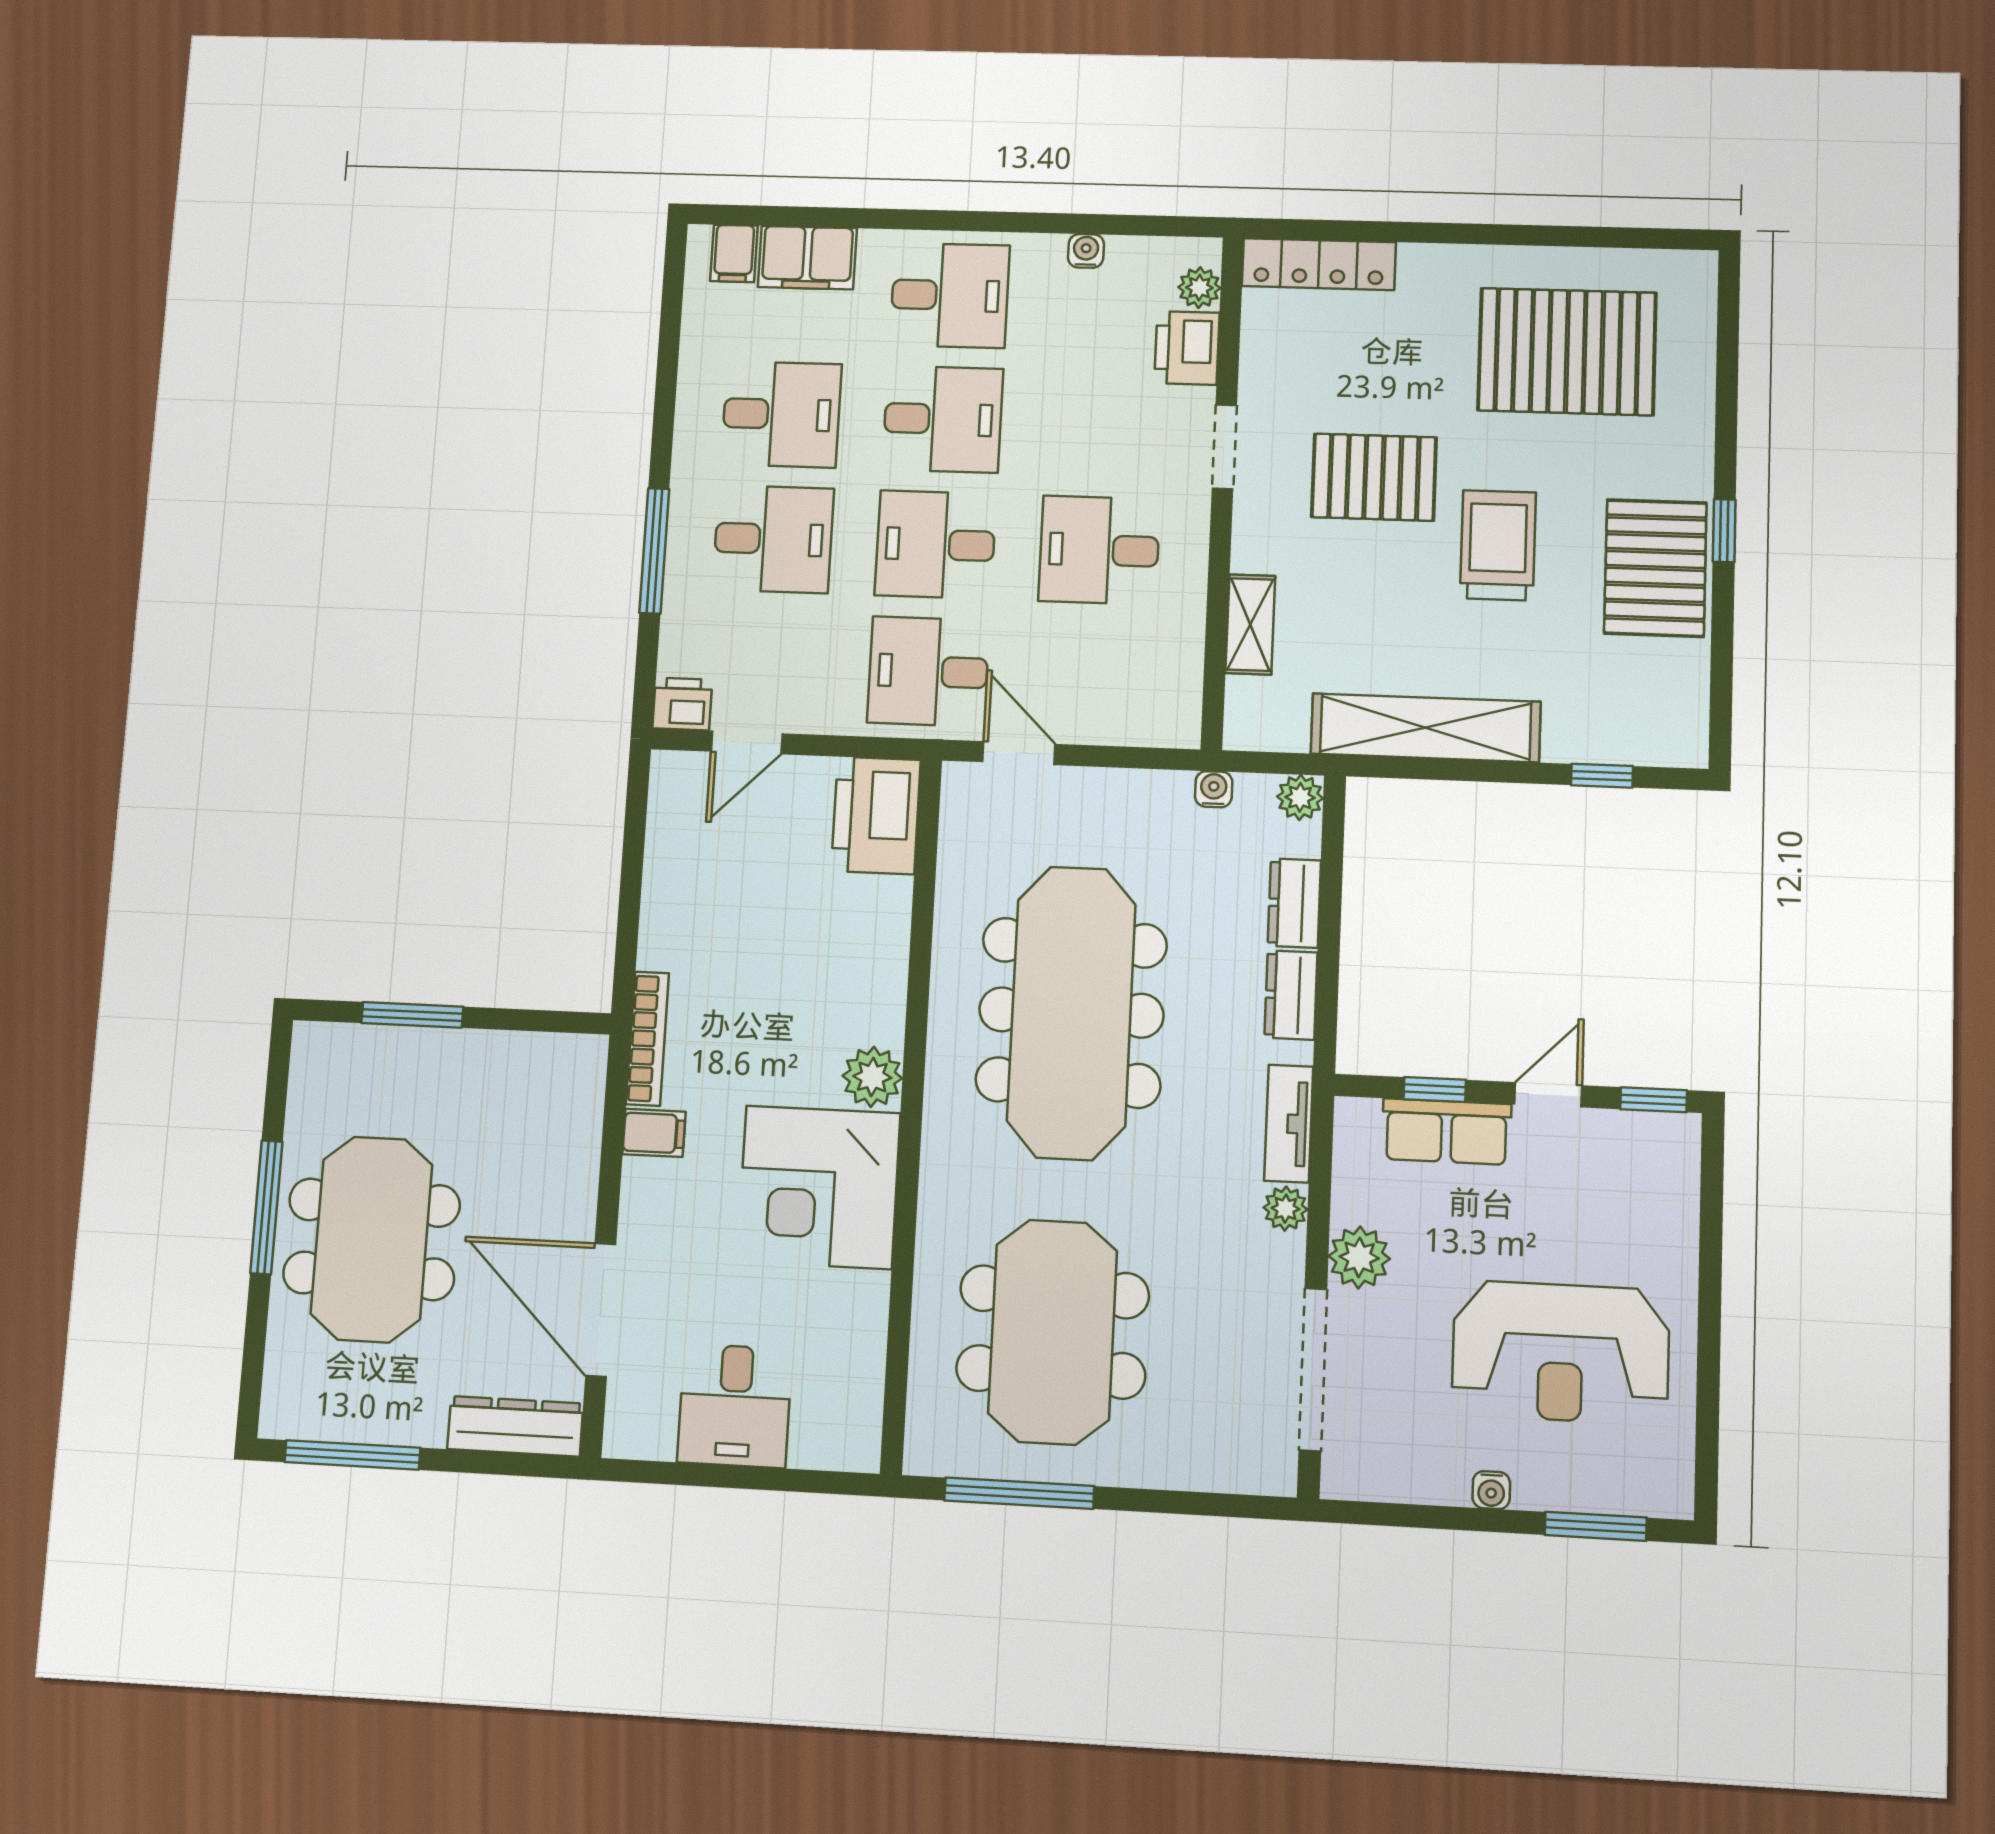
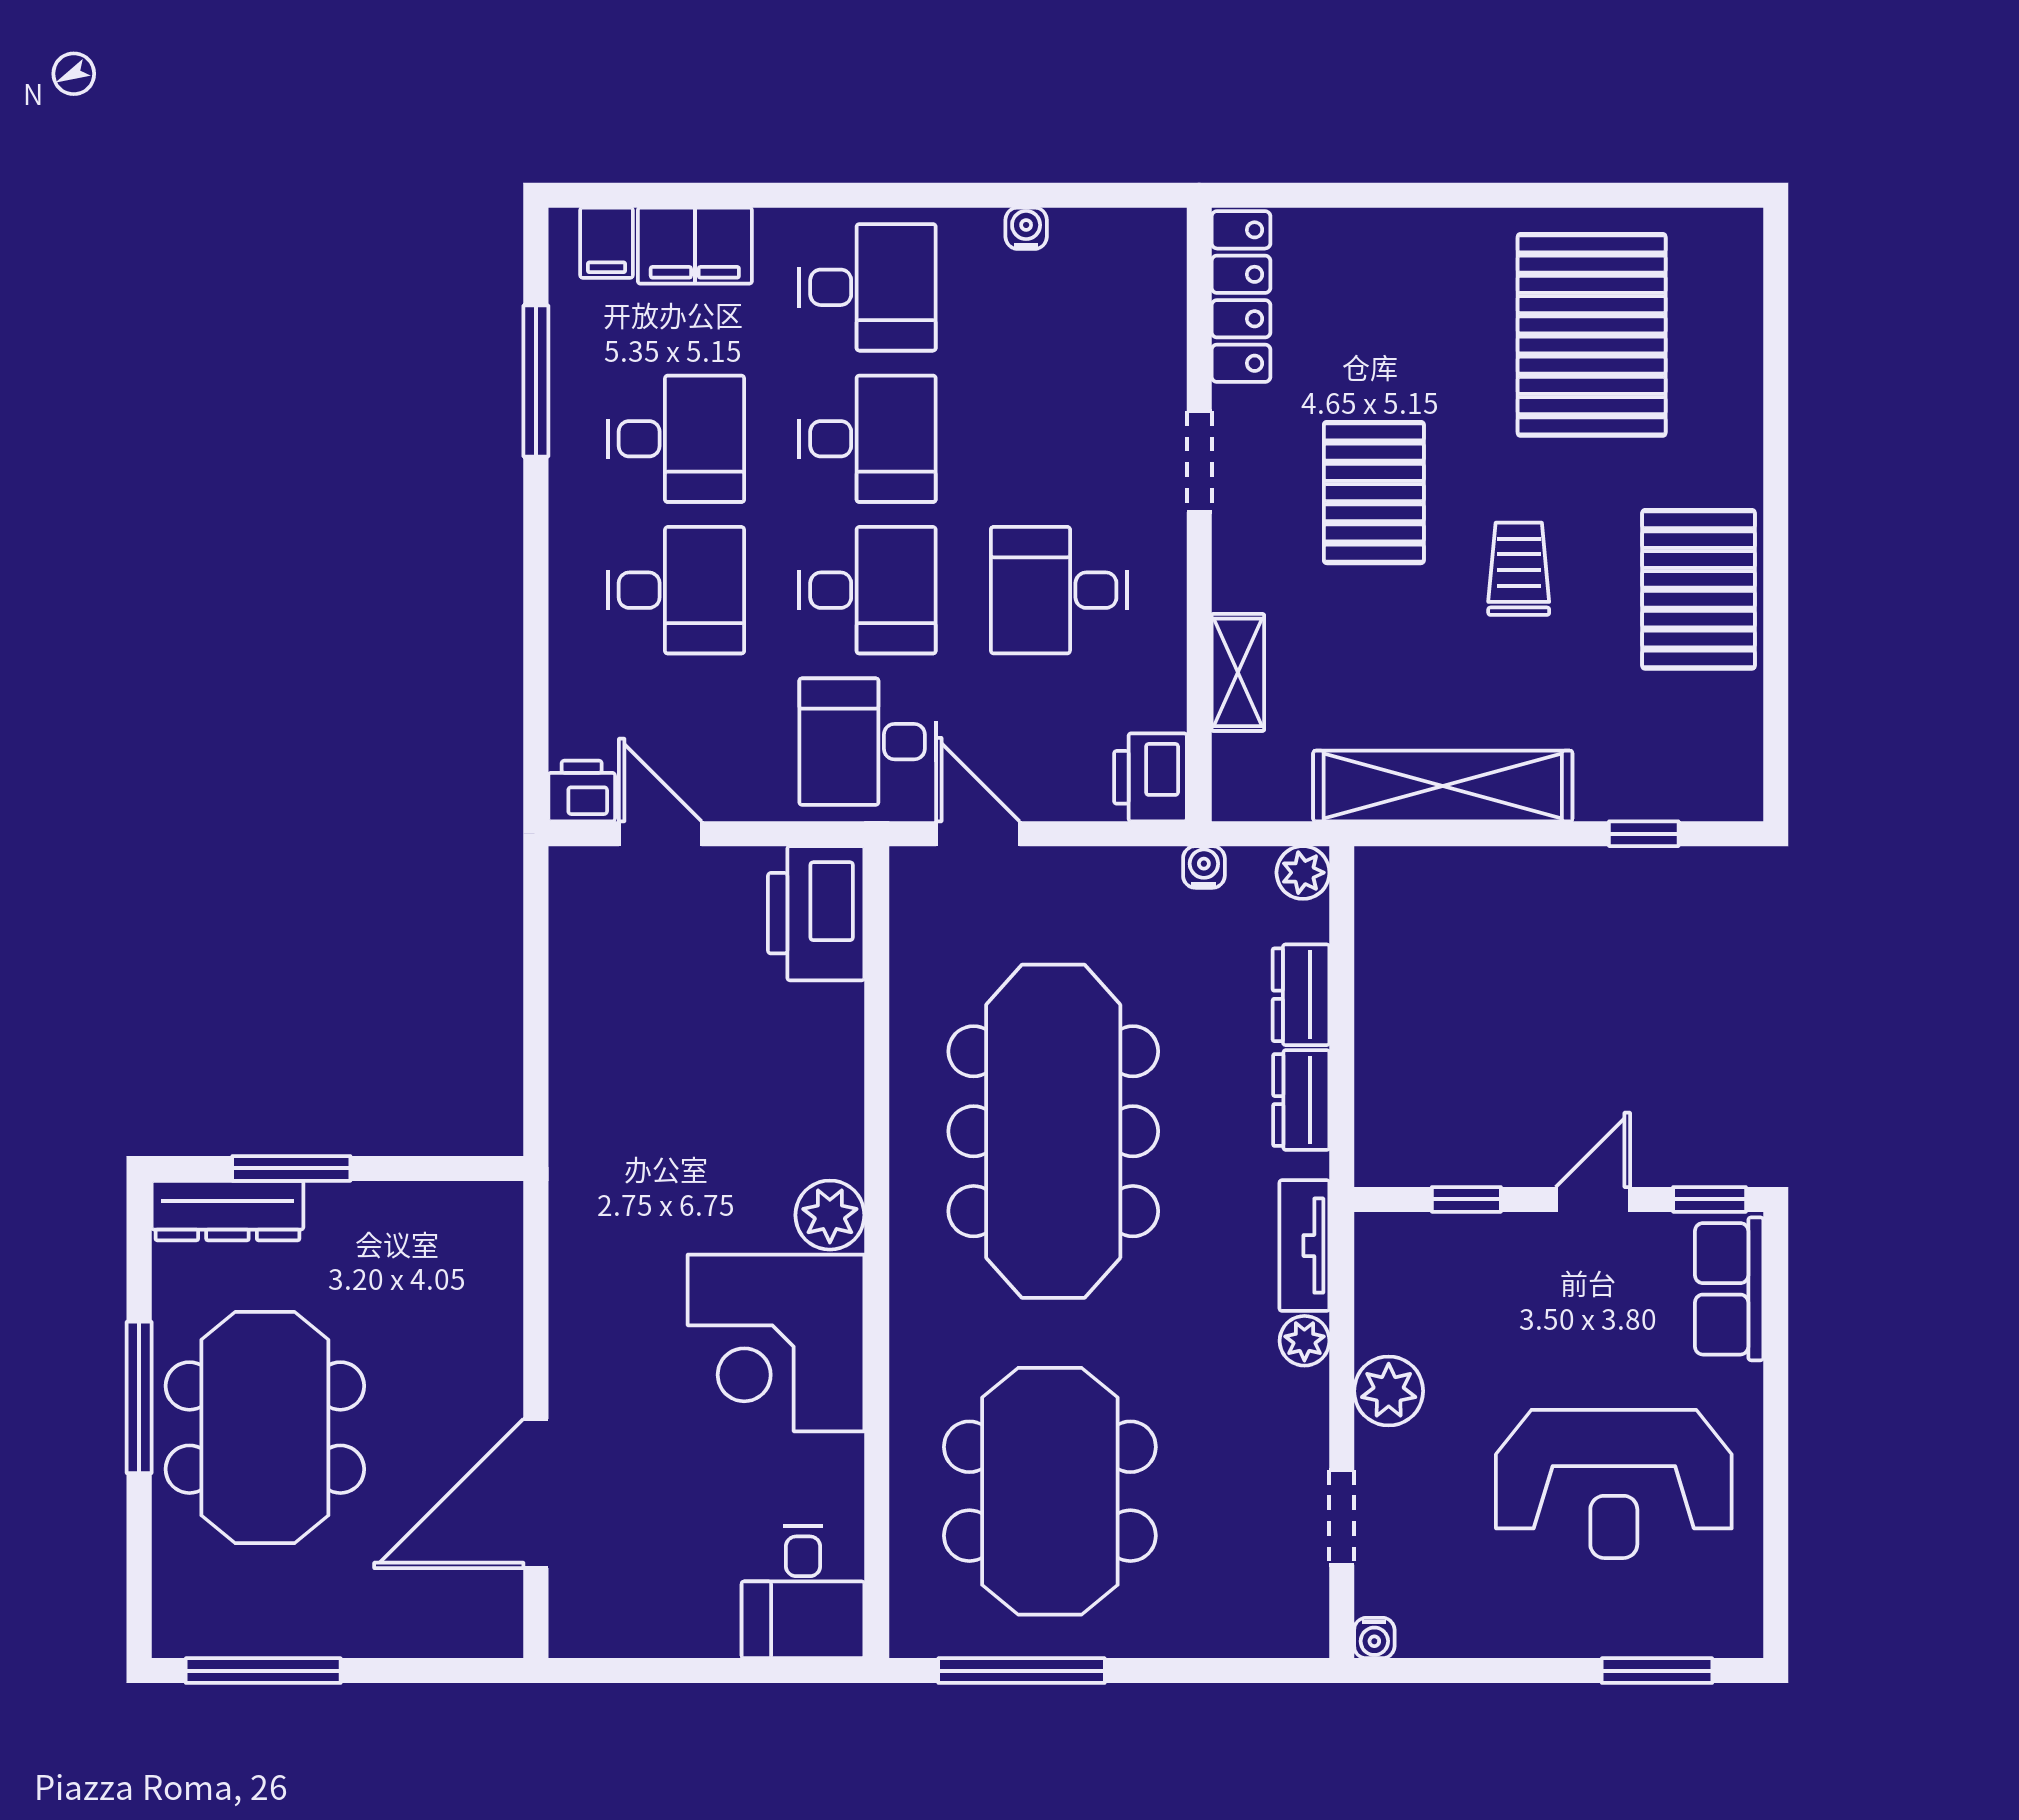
locker: (1319, 264) -> (1241, 297), moved, turned -90
plant: (1199, 288) -> (1162, 270), removed
printer: (1187, 348) -> (1150, 777), moved
pallet: (1567, 352) -> (1592, 335), turned 90
pallet: (1374, 477) -> (1374, 493), turned 90
window: (1724, 531) -> (1776, 543), removed
desk: (936, 545) -> (868, 590), turned 180
trolley: (1498, 545) -> (1519, 569), width x0.73, depth x0.72
window: (654, 551) -> (536, 381), moved
door: (747, 743) -> (660, 834), swing flipped
bookcase: (647, 1039) -> (568, 1183), removed
row of seats: (1446, 1132) -> (1729, 1289), moved, turned 90
filing cabinet: (654, 1133) -> (583, 1291), removed
door: (601, 1310) -> (536, 1494), hinge flipped
doorway: (1313, 1370) -> (1342, 1517), width x0.53
desk: (735, 1406) -> (803, 1592), moved
dresser: (515, 1426) -> (227, 1211), moved, turned 180
water cooler: (1491, 1490) -> (1374, 1638), moved

